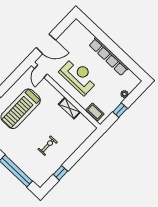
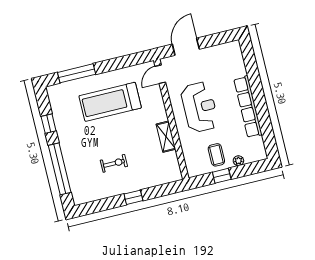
door: (46, 44) -> (186, 47), swing flipped
coffee table: (95, 112) -> (216, 155), moved
window: (60, 173) -> (133, 197), moved

